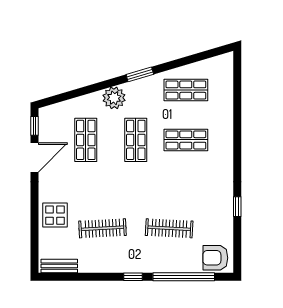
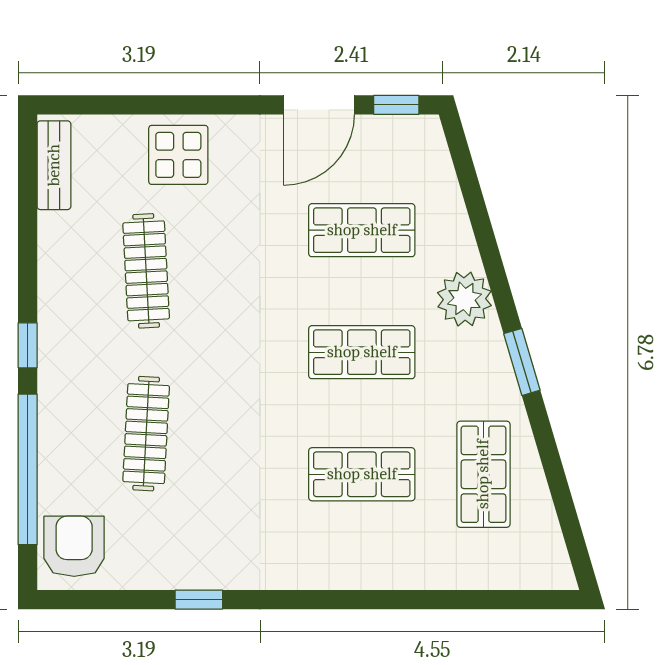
shop shelf: (186, 140) -> (362, 474), turned 90
door: (35, 157) -> (319, 105), hinge flipped

